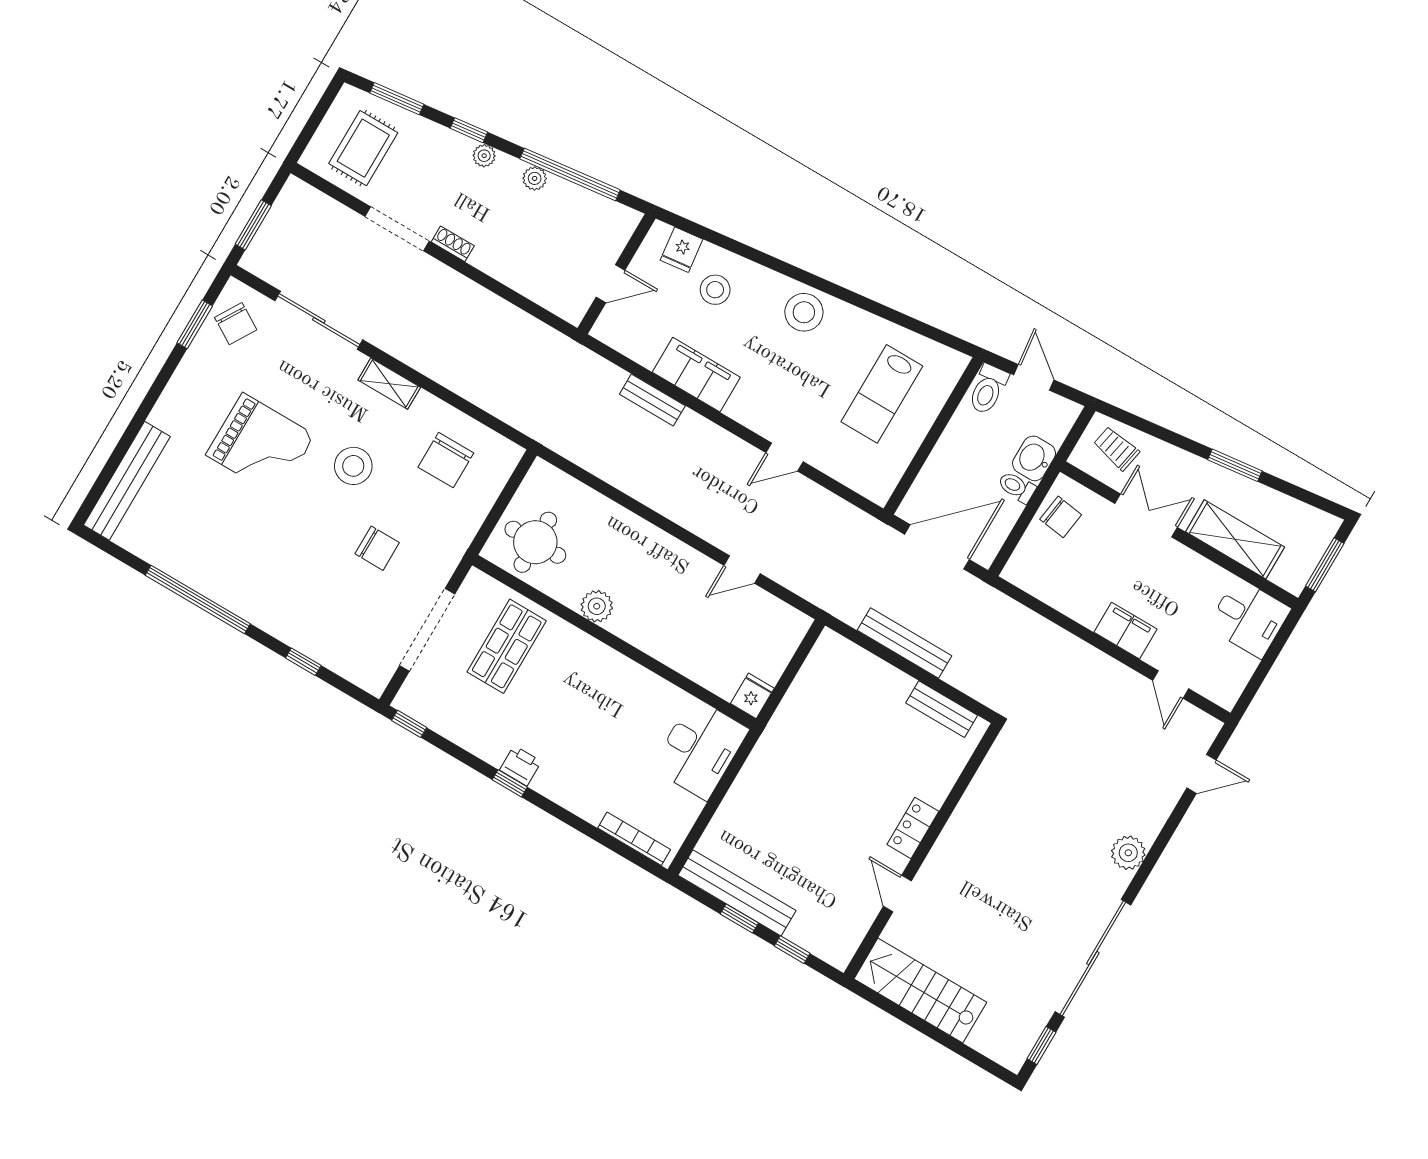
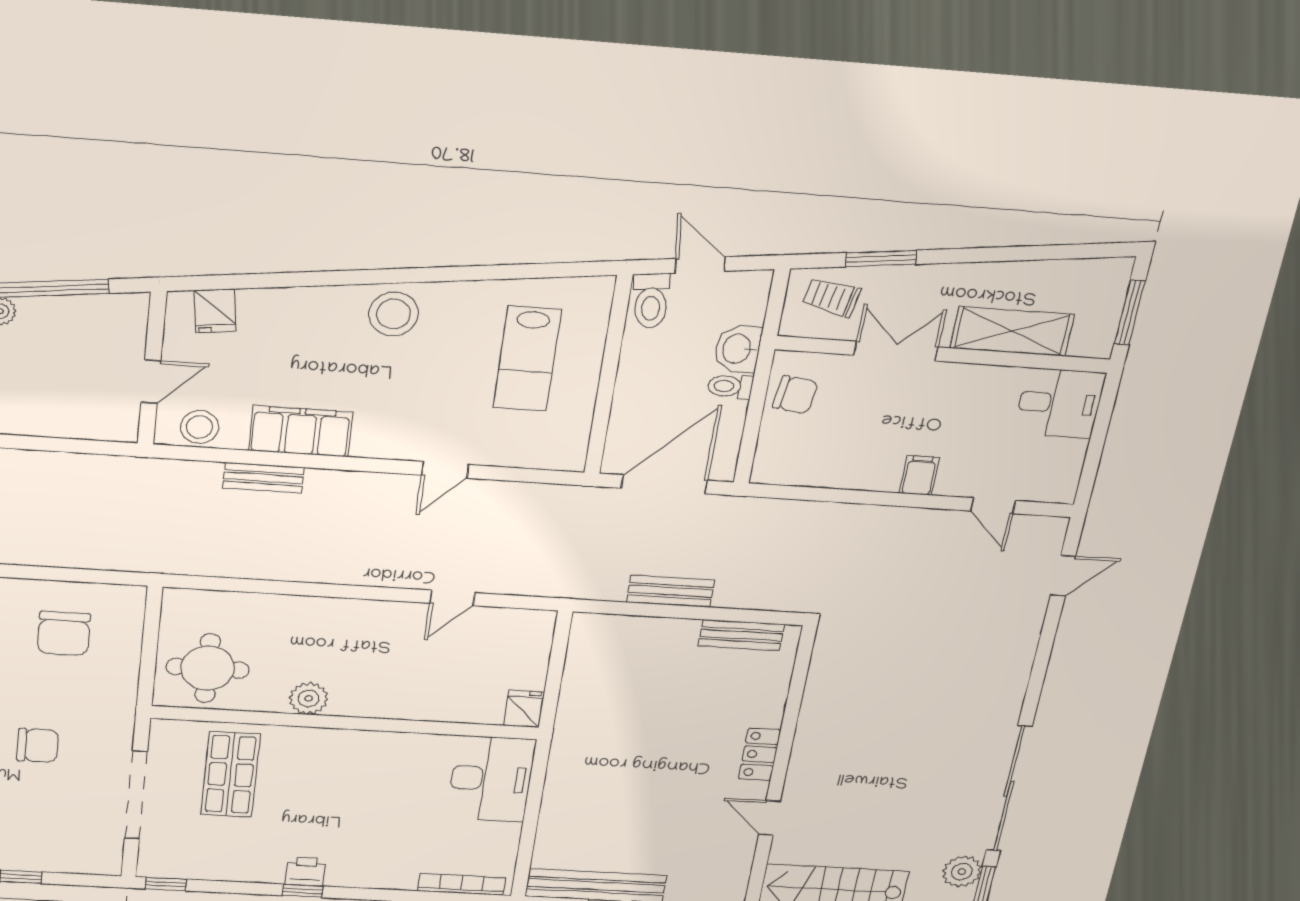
stool: (715, 290) -> (200, 427), moved
window: (1235, 465) -> (881, 258), moved
filing cabinet: (1125, 631) -> (919, 475), width x0.50
bench: (905, 643) -> (670, 591), width x0.73
plant: (1128, 853) -> (962, 872), moved

